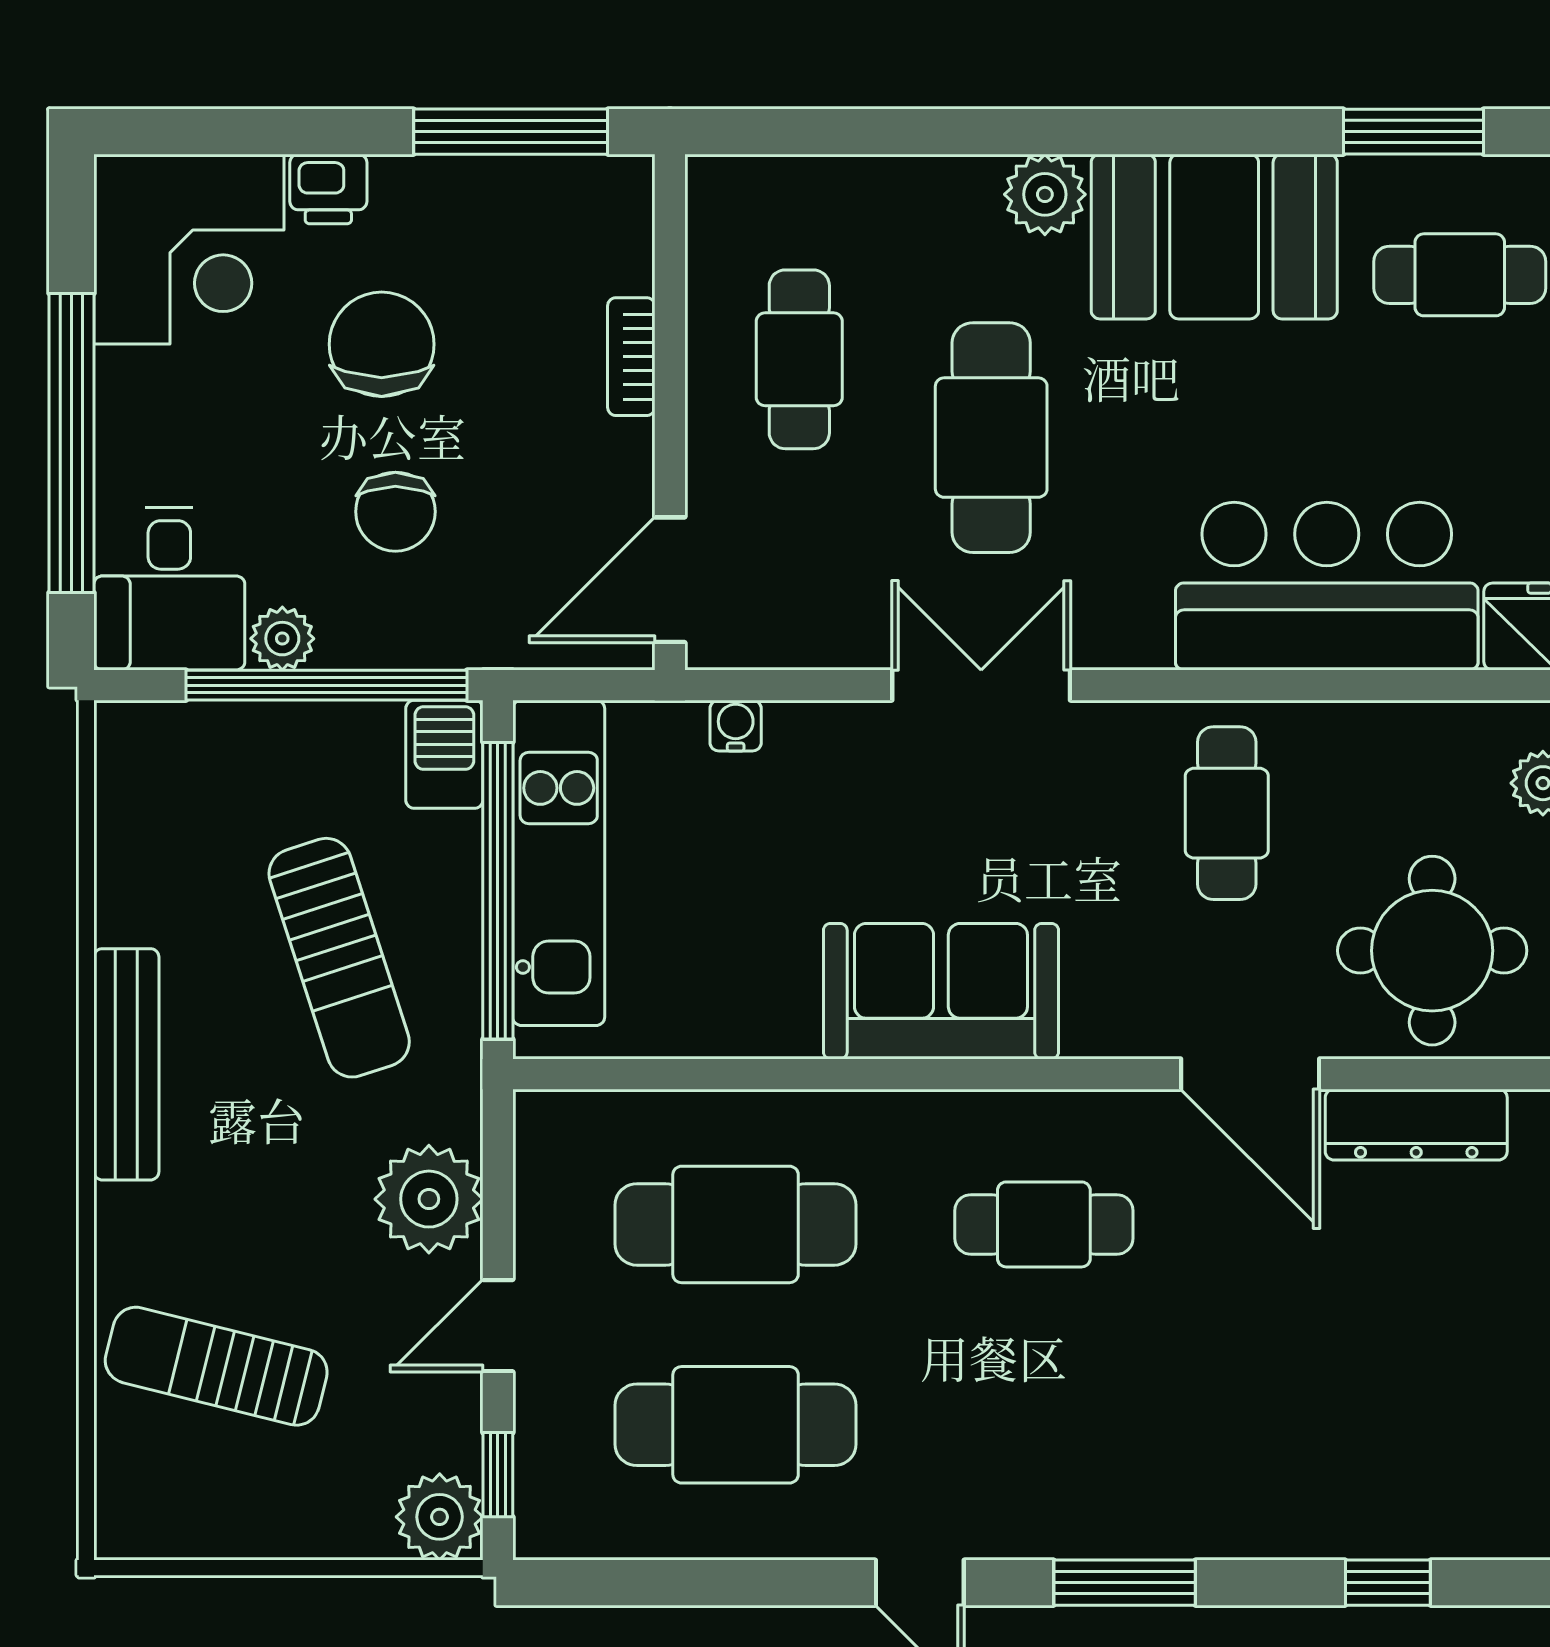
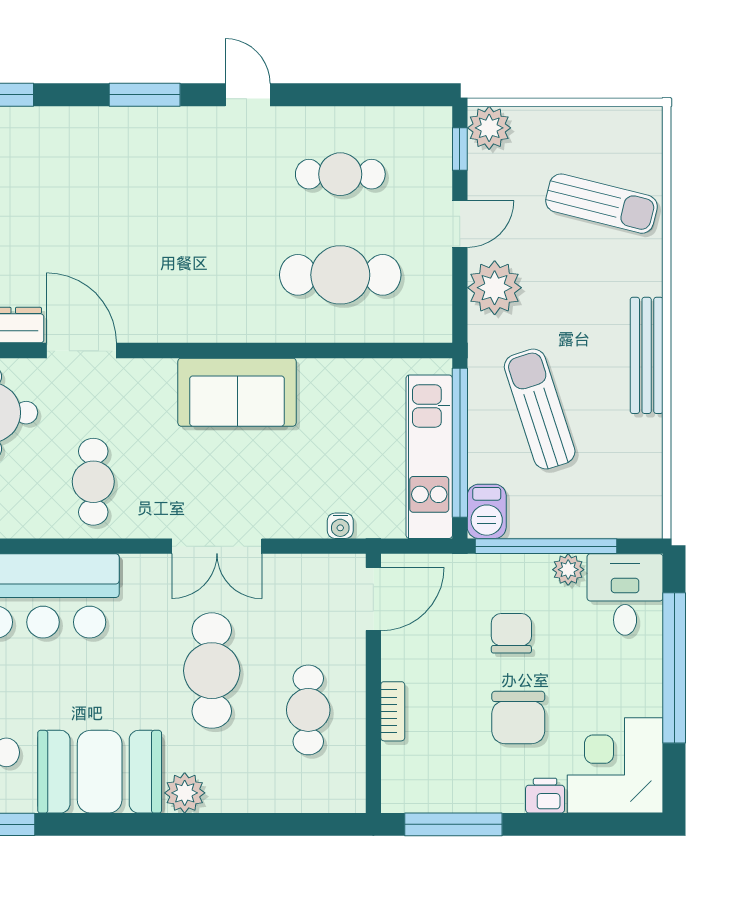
cafe table: (1044, 1224) -> (185, 275), removed
cafe table: (736, 1425) -> (340, 174), width x0.73, depth x0.74

